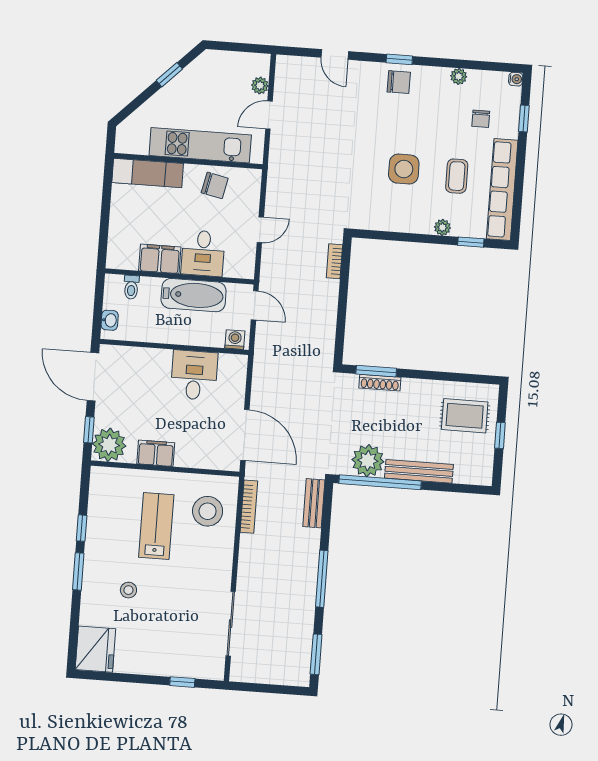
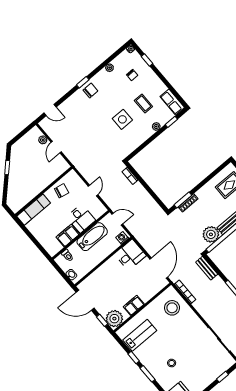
door: (335, 54) -> (50, 110), moved
kitchen unit: (200, 145) -> (42, 182), removed
row of seats: (502, 190) -> (172, 102), width x0.50
desk: (194, 375) -> (130, 255), moved, turned 90
door: (245, 435) -> (159, 268), hinge flipped
lab bench: (156, 526) -> (140, 335), moved, turned 90

